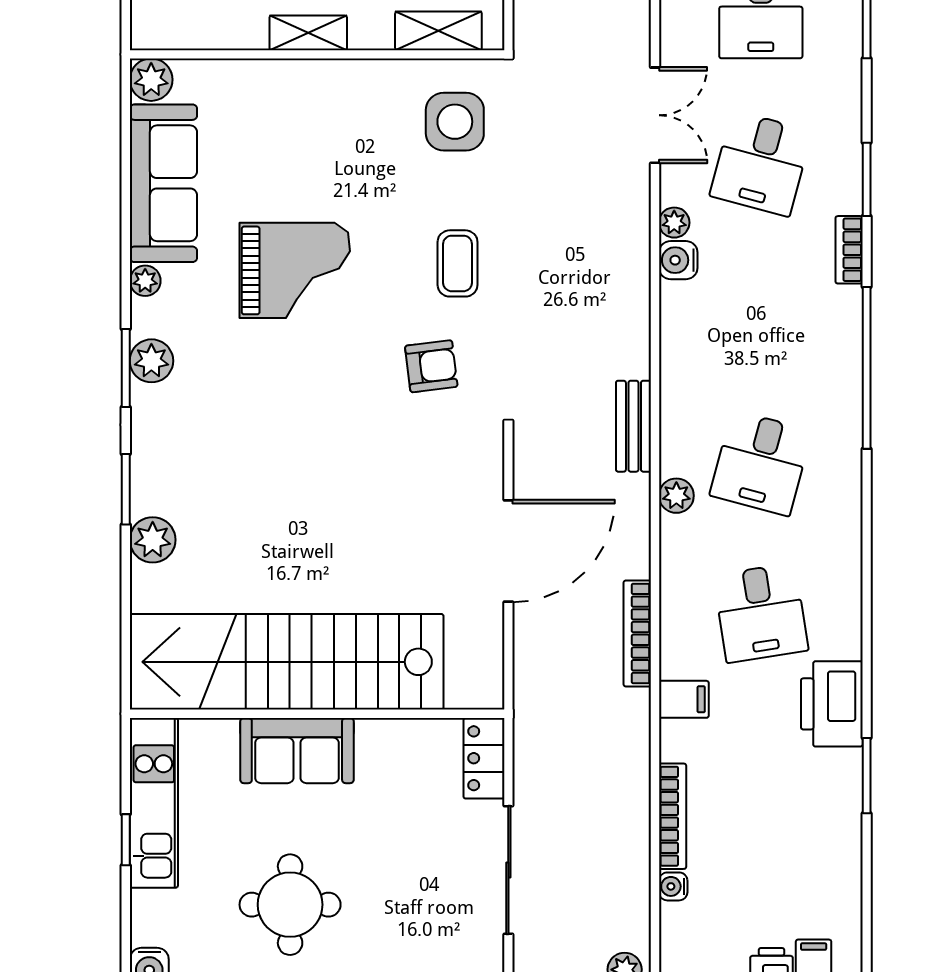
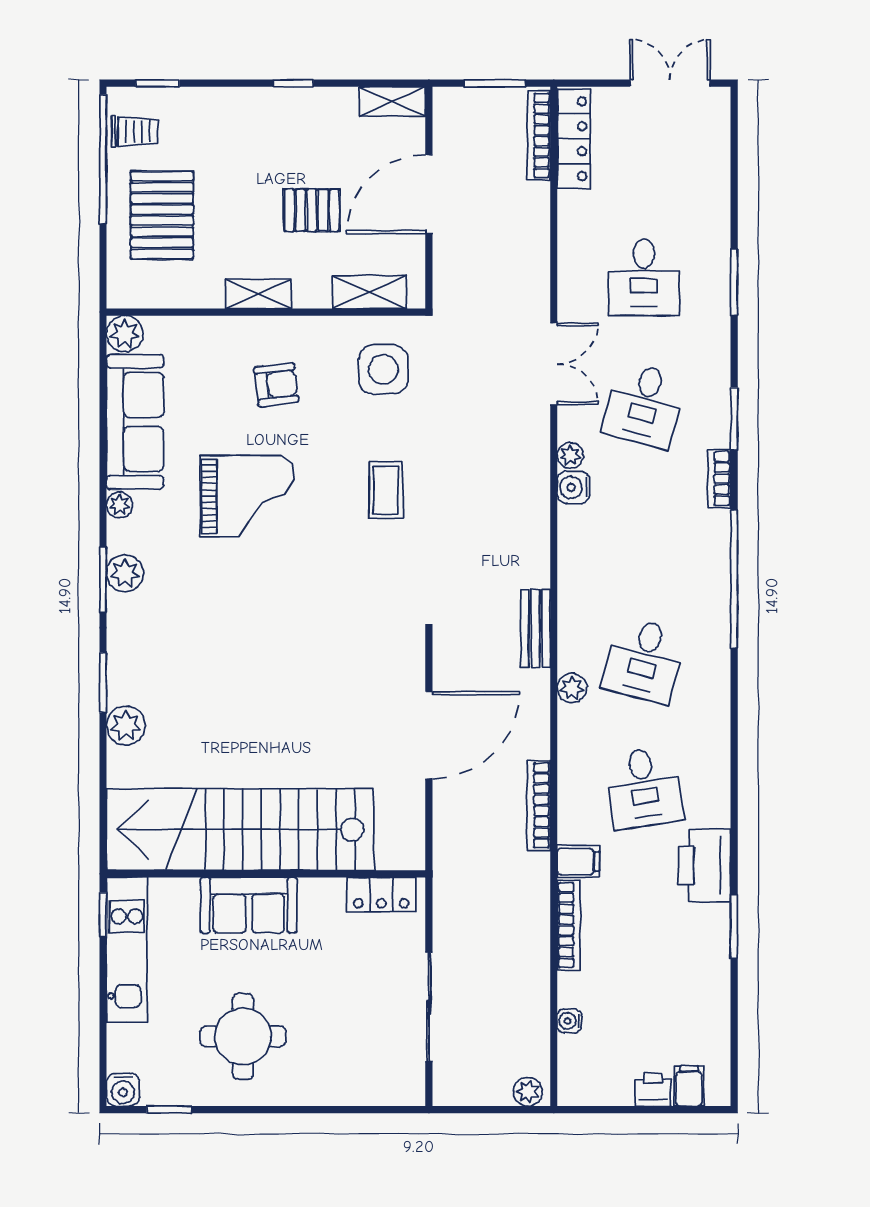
armchair: (431, 366) -> (276, 385), moved
locker: (484, 758) -> (381, 895), moved, turned -90
bookcase: (673, 816) -> (569, 925), moved
window: (126, 840) -> (103, 914), moved

